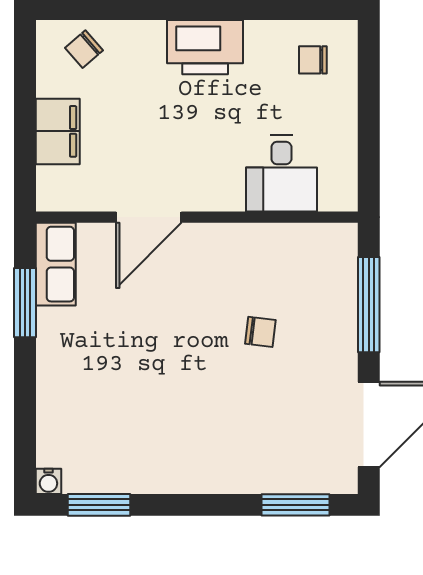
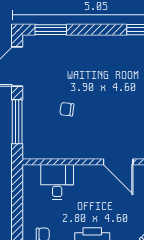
door: (149, 217) -> (118, 162), swing flipped

